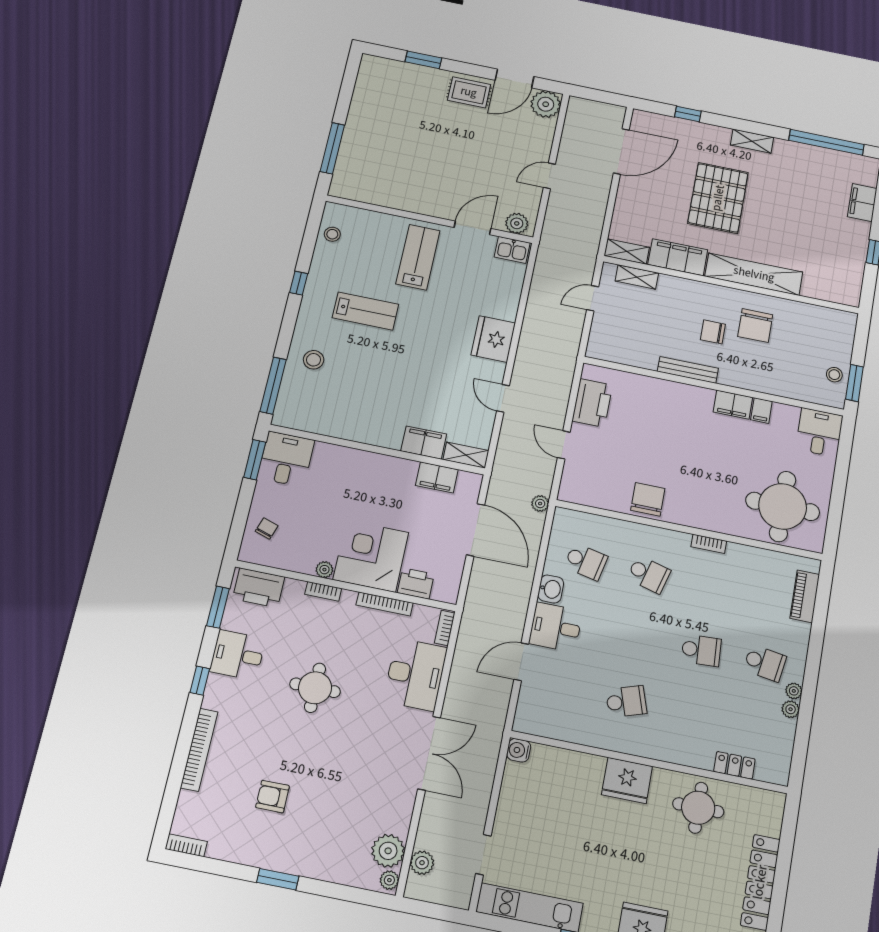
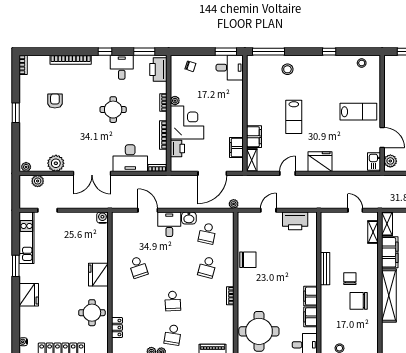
lab bench: (365, 311) -> (294, 117), moved
filing cabinet: (761, 410) -> (310, 317), width x2.00
plant: (388, 851) -> (56, 163), moved

